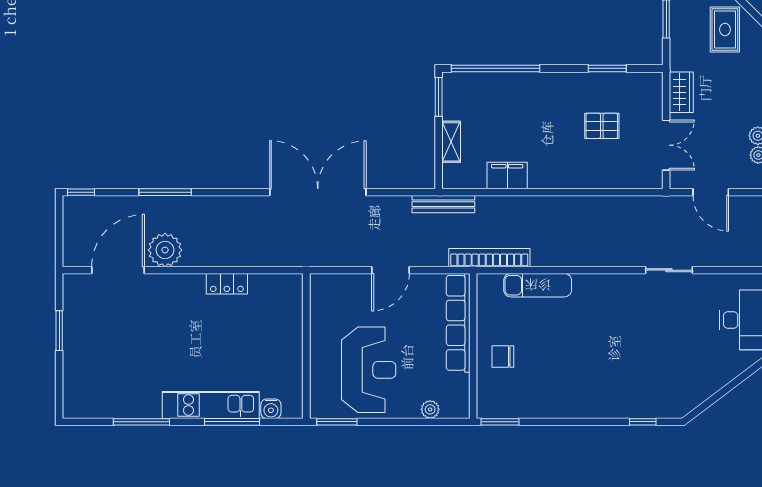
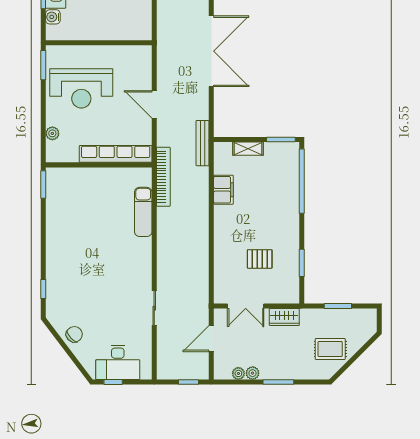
pallet: (602, 126) -> (260, 259), turned 90
chair: (503, 357) -> (74, 334), moved, turned 47

